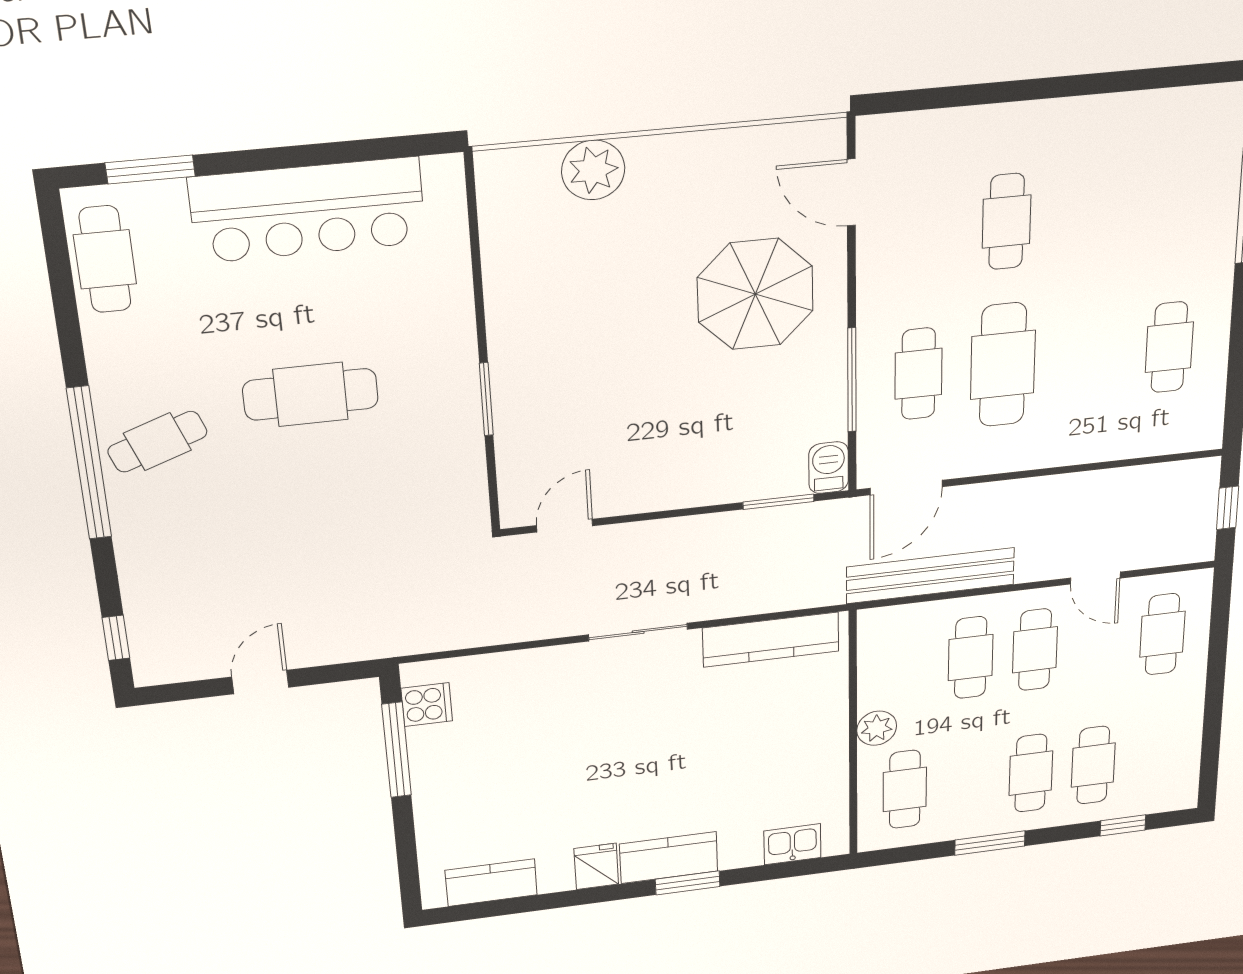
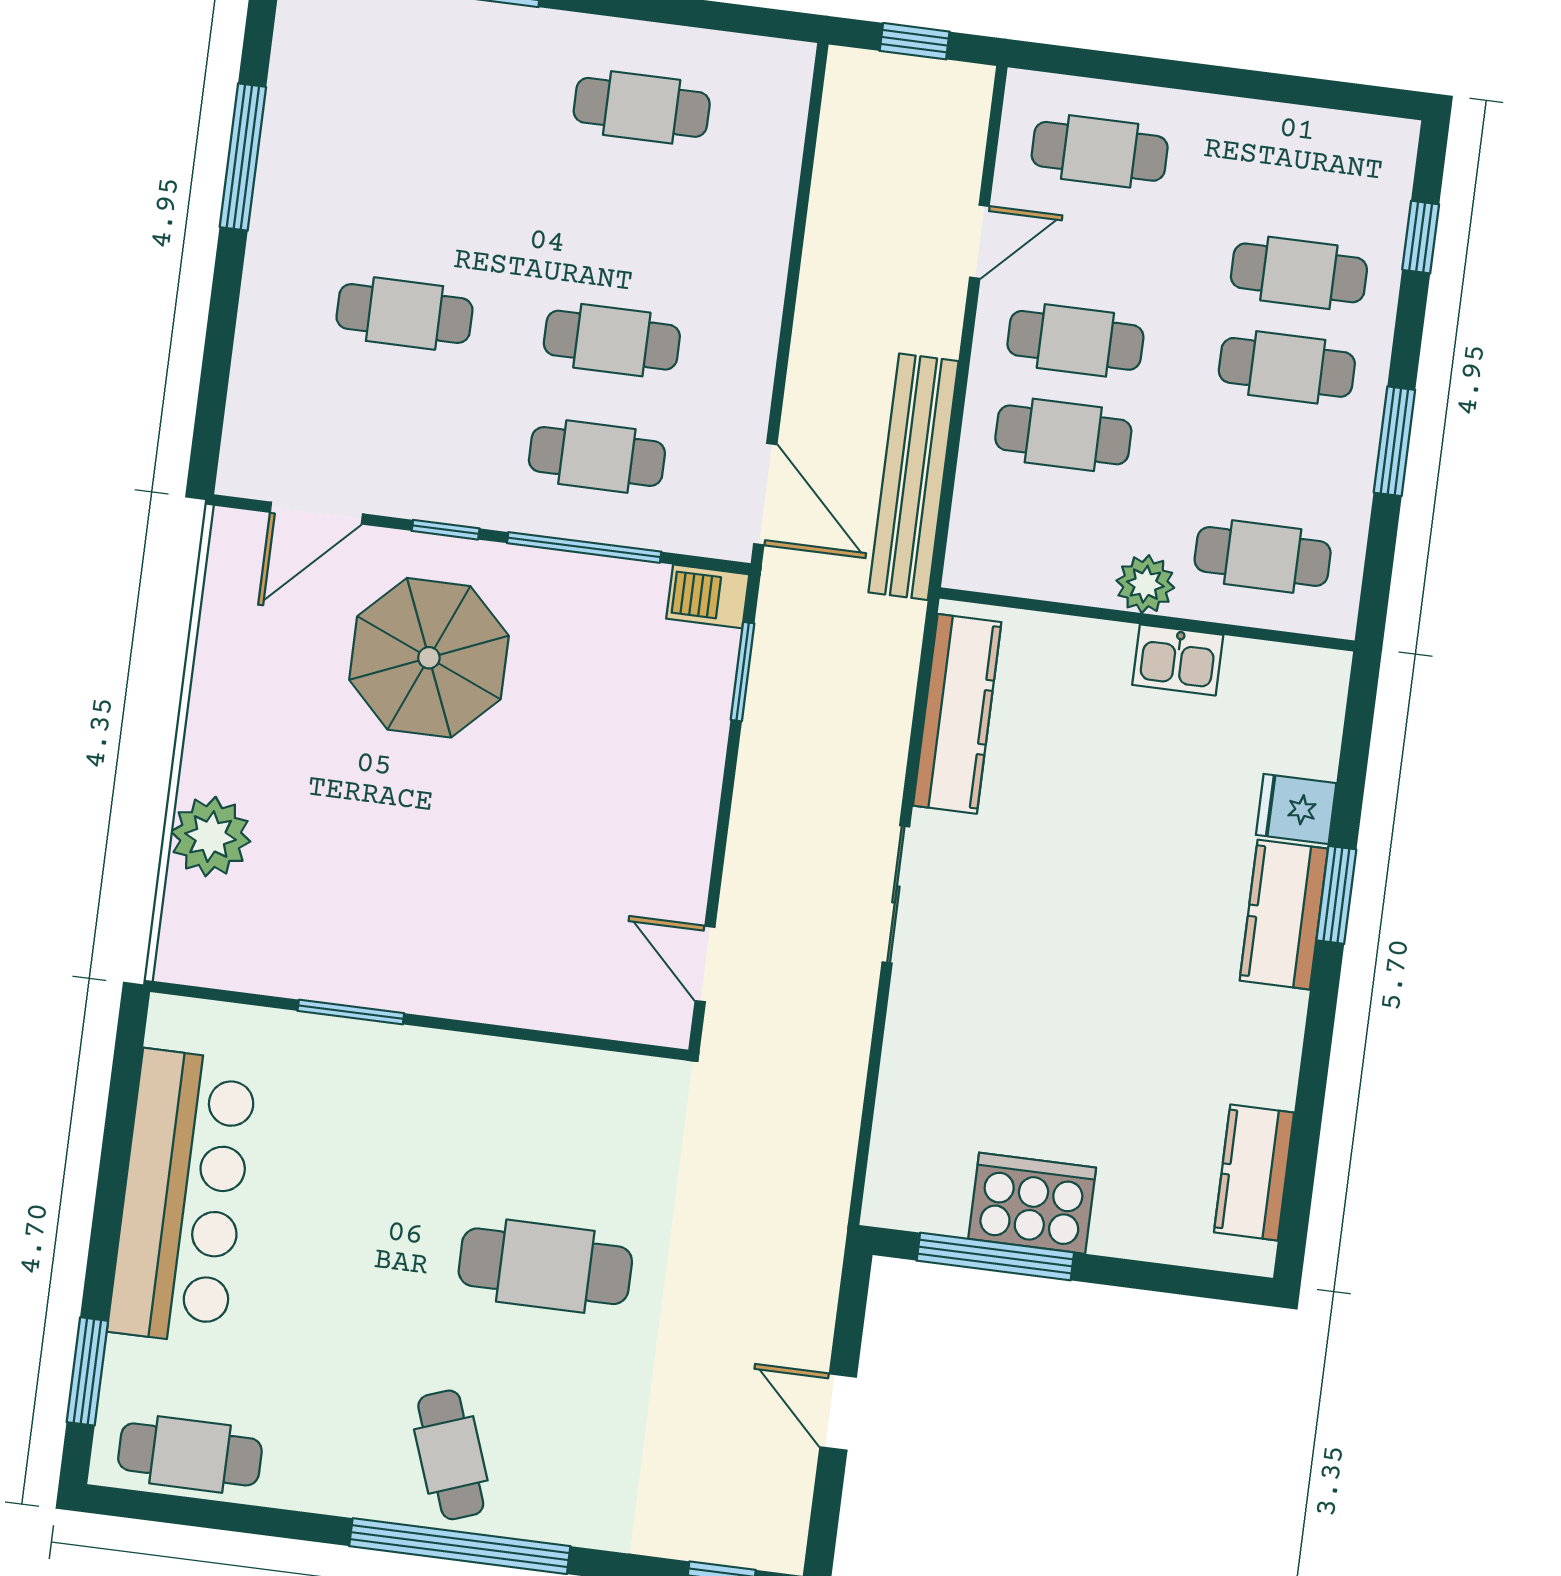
window: (1111, 82) -> (243, 157), added
window: (852, 285) -> (446, 530), added
cafe table: (1003, 365) -> (612, 340), width x0.73, depth x0.74
cafe table: (311, 394) -> (545, 1266), moved, turned 90
window: (486, 399) -> (351, 1012), moved
cooker: (427, 705) -> (1032, 1203), moved, width x1.87, depth x1.31
kitchen sink: (792, 844) -> (1178, 660), moved, turned -90
fridge: (596, 866) -> (1296, 809), moved

